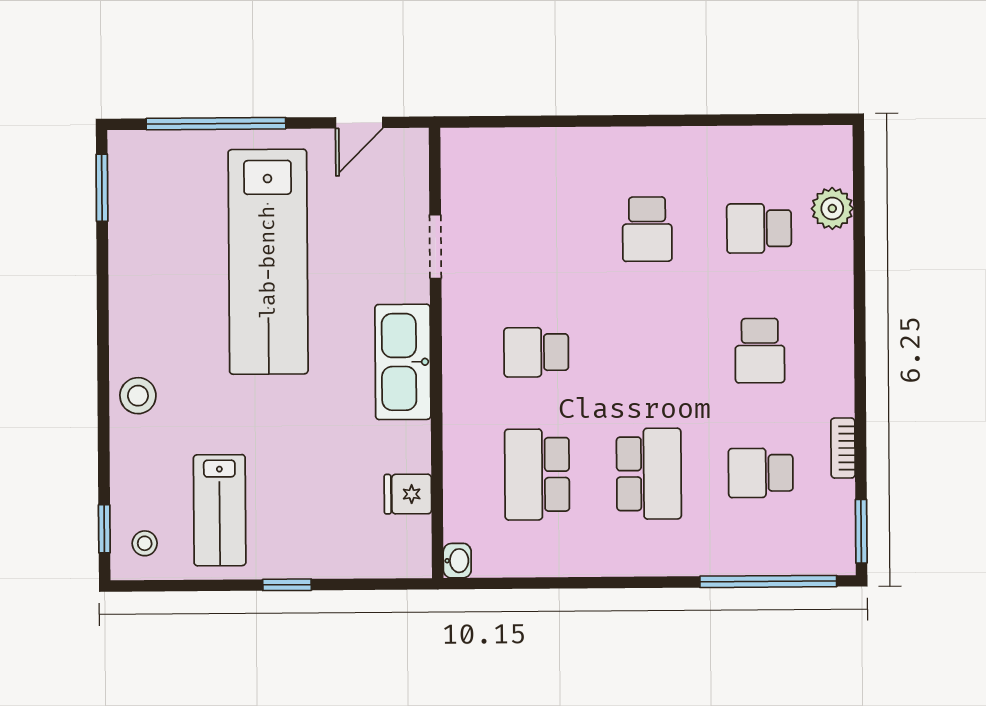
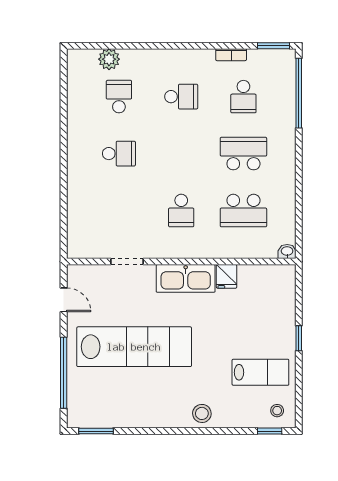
school desk: (759, 228) -> (119, 97), turned 180
fridge: (408, 494) -> (227, 276), moved

